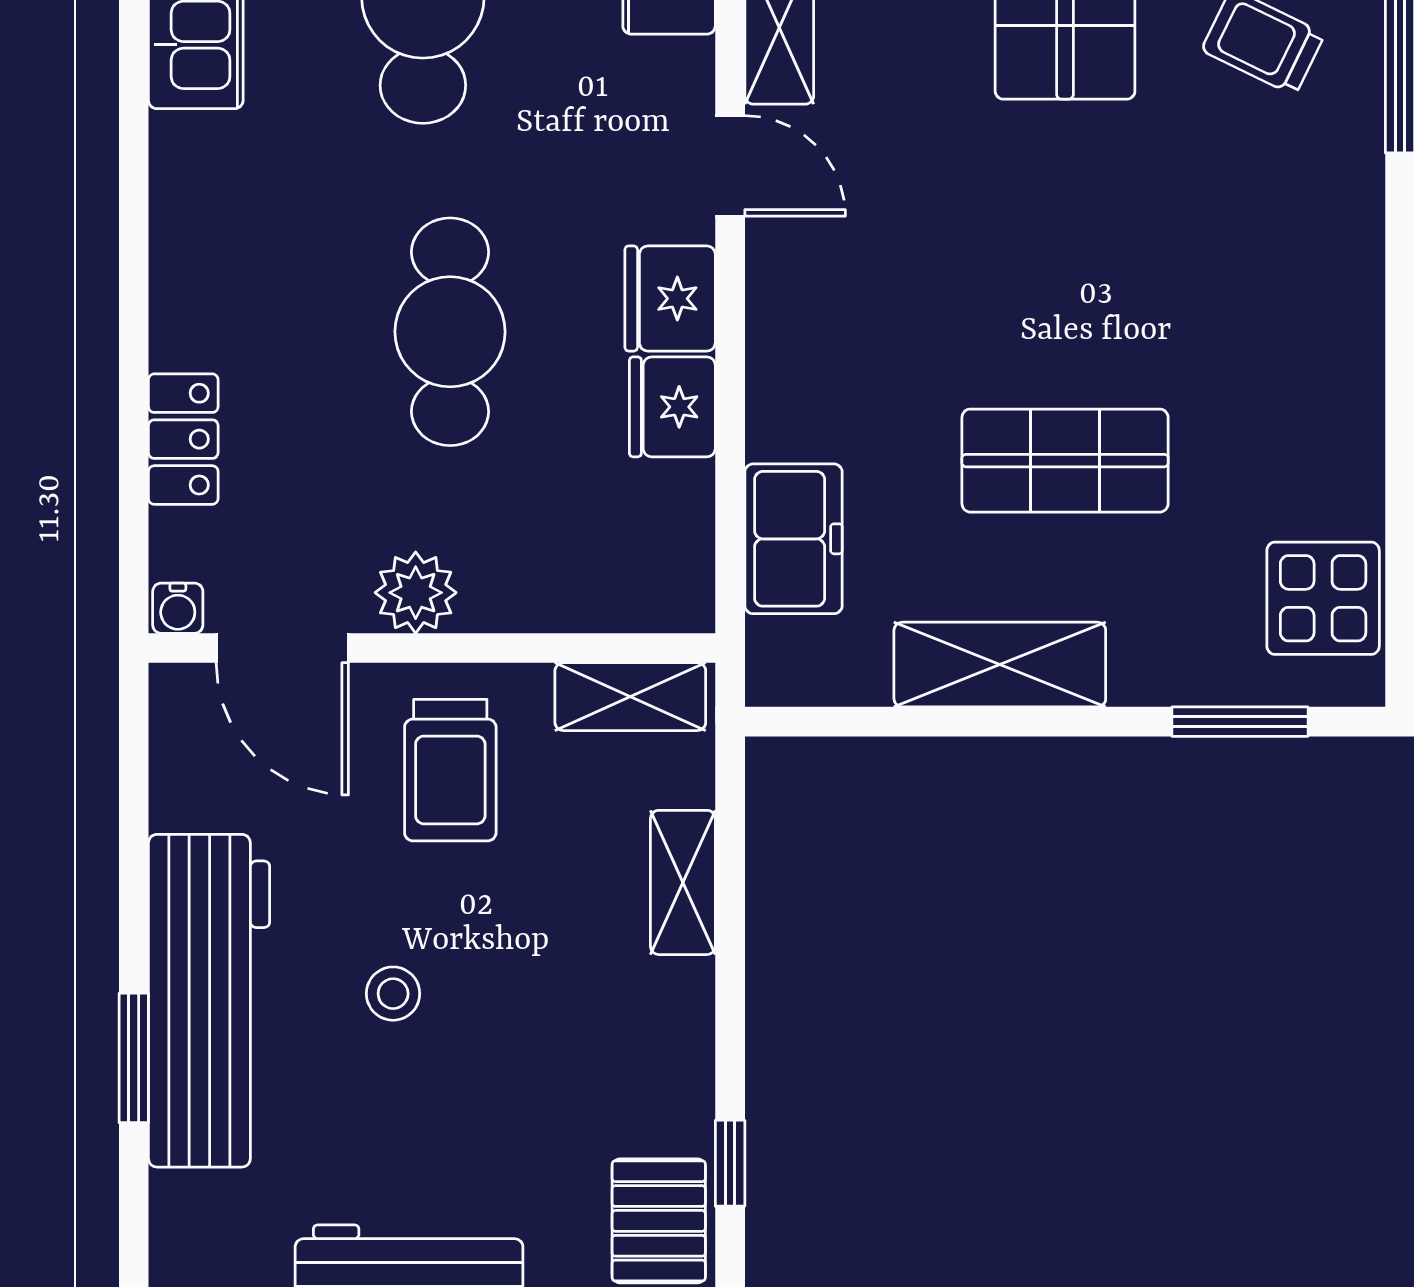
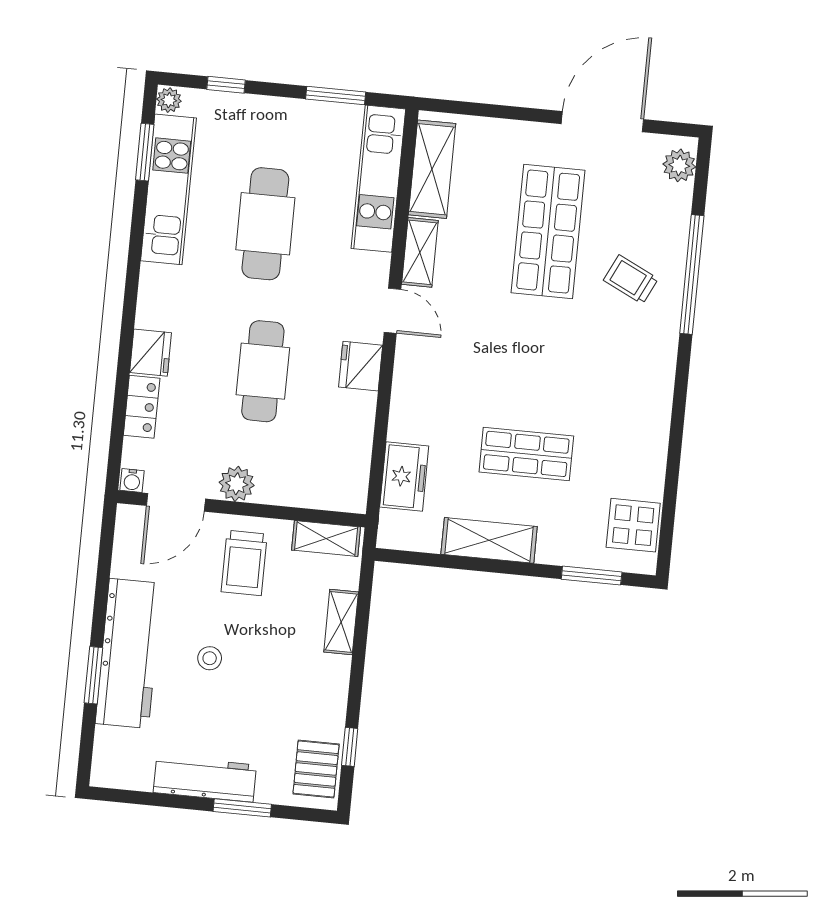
fridge: (672, 407) -> (151, 353), moved, turned 180
door: (282, 648) -> (176, 502), hinge flipped

